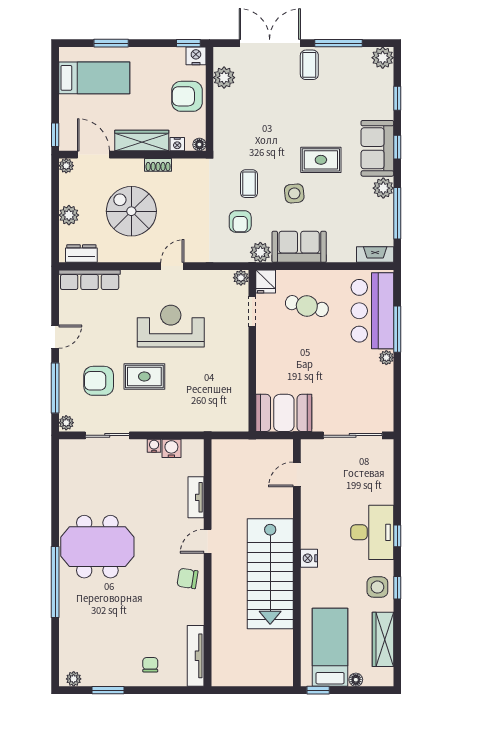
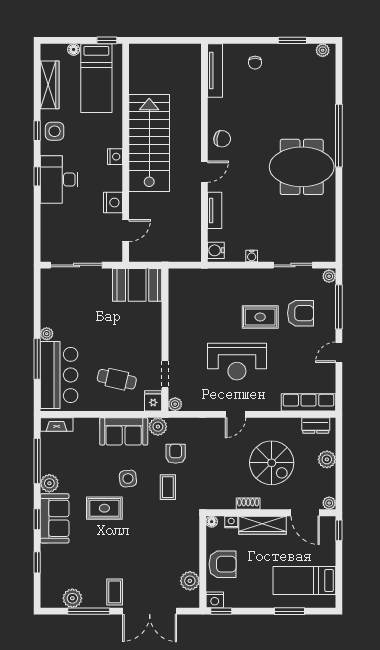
plant: (383, 58) -> (72, 598), moved
water cooler: (171, 448) -> (216, 250), moved, turned 90
nightstand: (311, 506) -> (113, 203), added

